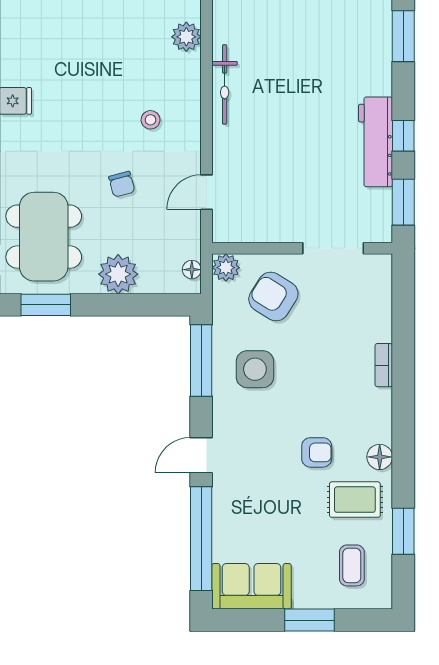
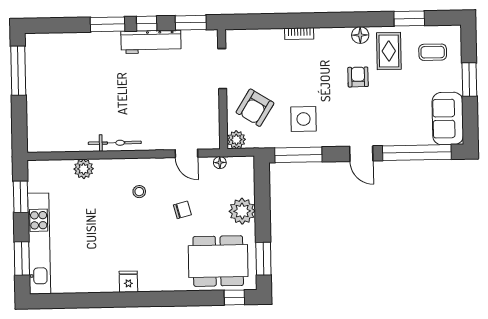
window: (403, 36) -> (108, 24), moved
floor lamp: (192, 270) -> (220, 163), moved

